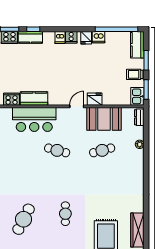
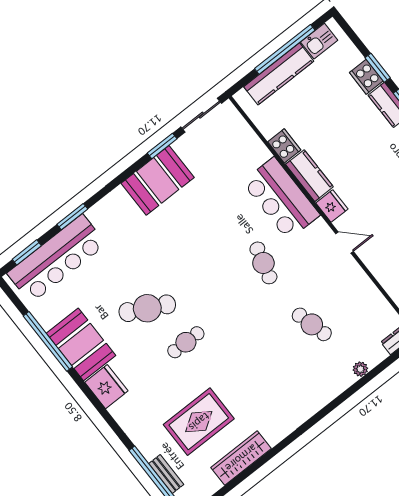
fridge: (95, 99) -> (332, 206), moved
booth: (104, 119) -> (357, 293), removed
cafe table: (24, 219) -> (147, 308), moved

